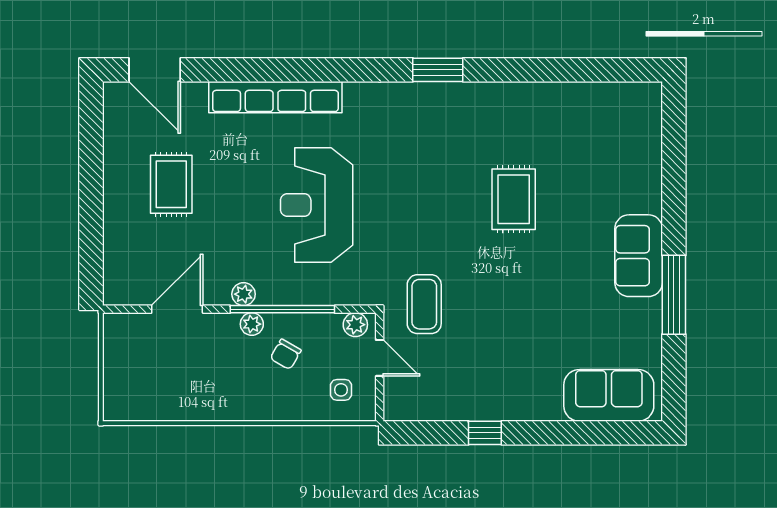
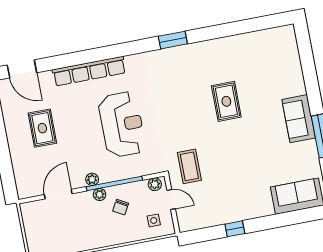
reception desk: (317, 205) -> (122, 124), turned 180

